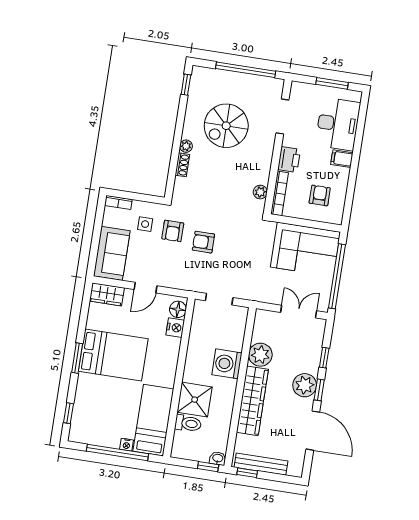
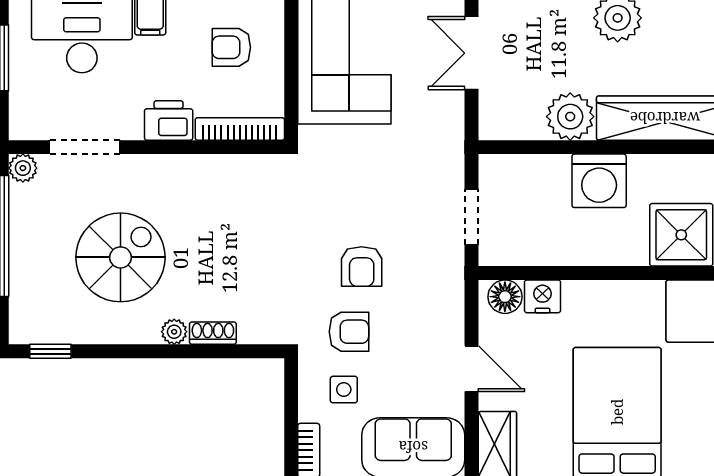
spiral stairs: (226, 126) -> (121, 257), turned -90
plant: (260, 192) -> (23, 168), moved

